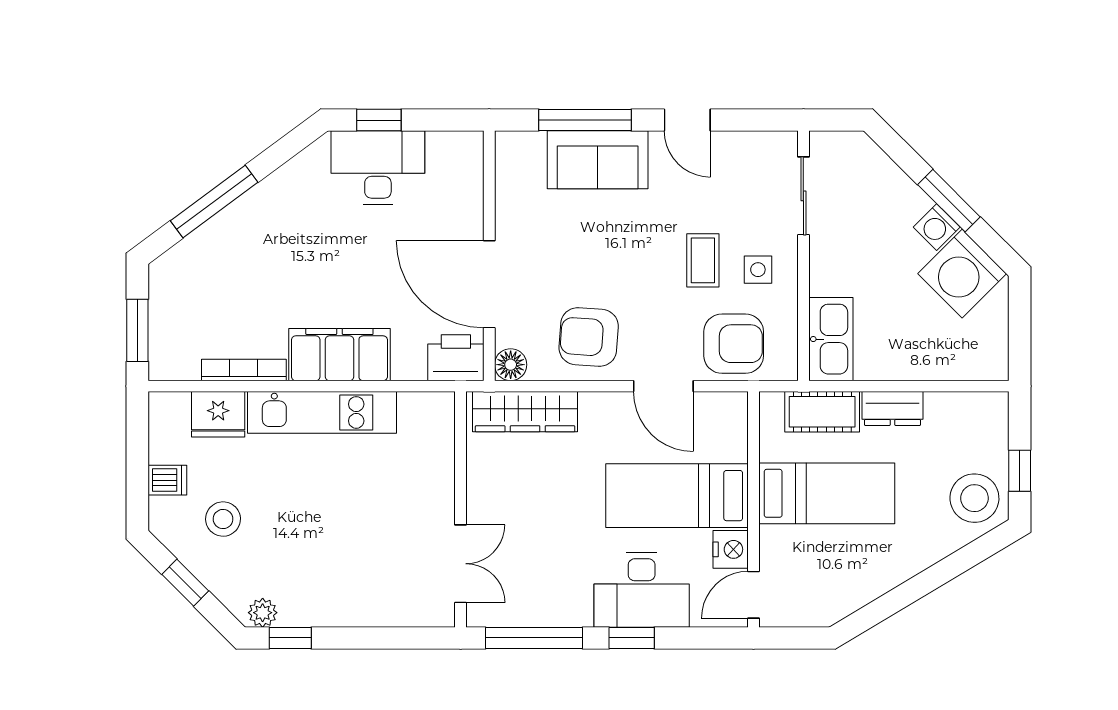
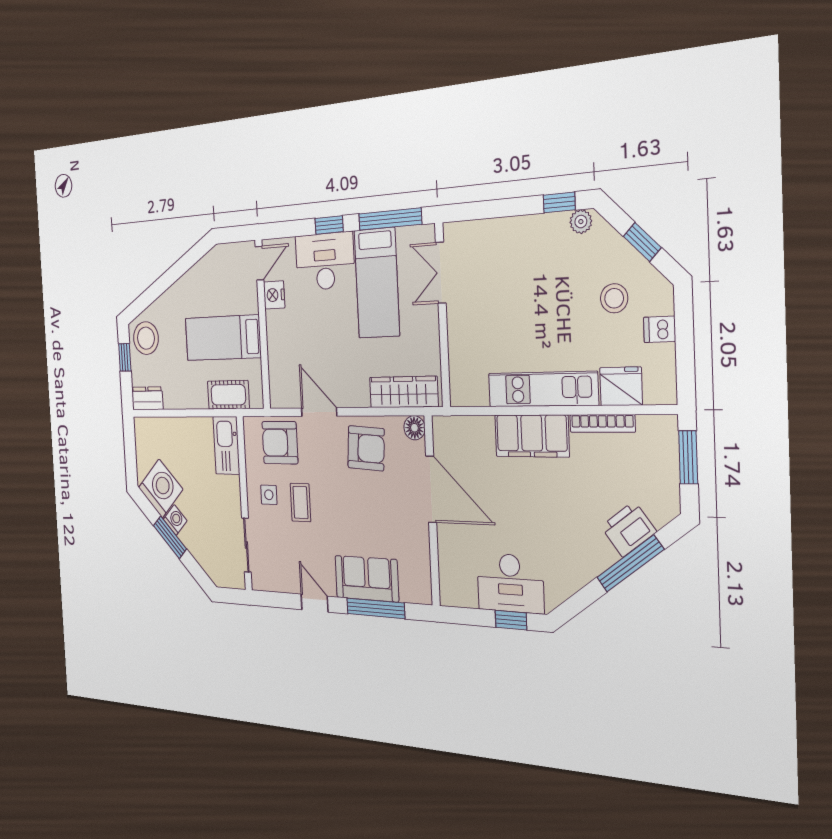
printer: (456, 358) -> (628, 529), moved, turned 143
dresser: (893, 409) -> (147, 398), moved
bed: (677, 496) -> (377, 283), moved, turned 90

